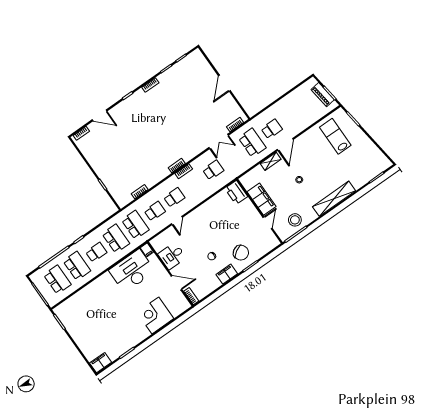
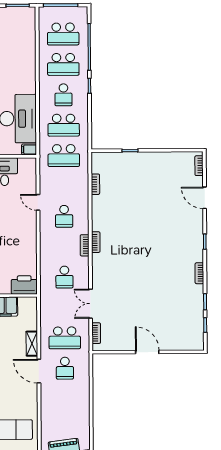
door: (100, 115) -> (205, 198), hinge flipped
school desk: (155, 211) -> (64, 186), removed

